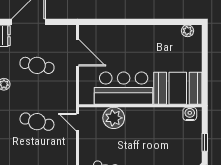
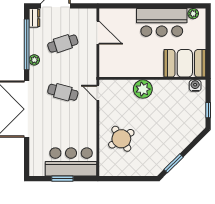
cafe table: (37, 65) -> (63, 44), turned -30
bar counter: (124, 88) -> (162, 22), moved, turned 180
plant: (114, 118) -> (143, 89), moved

